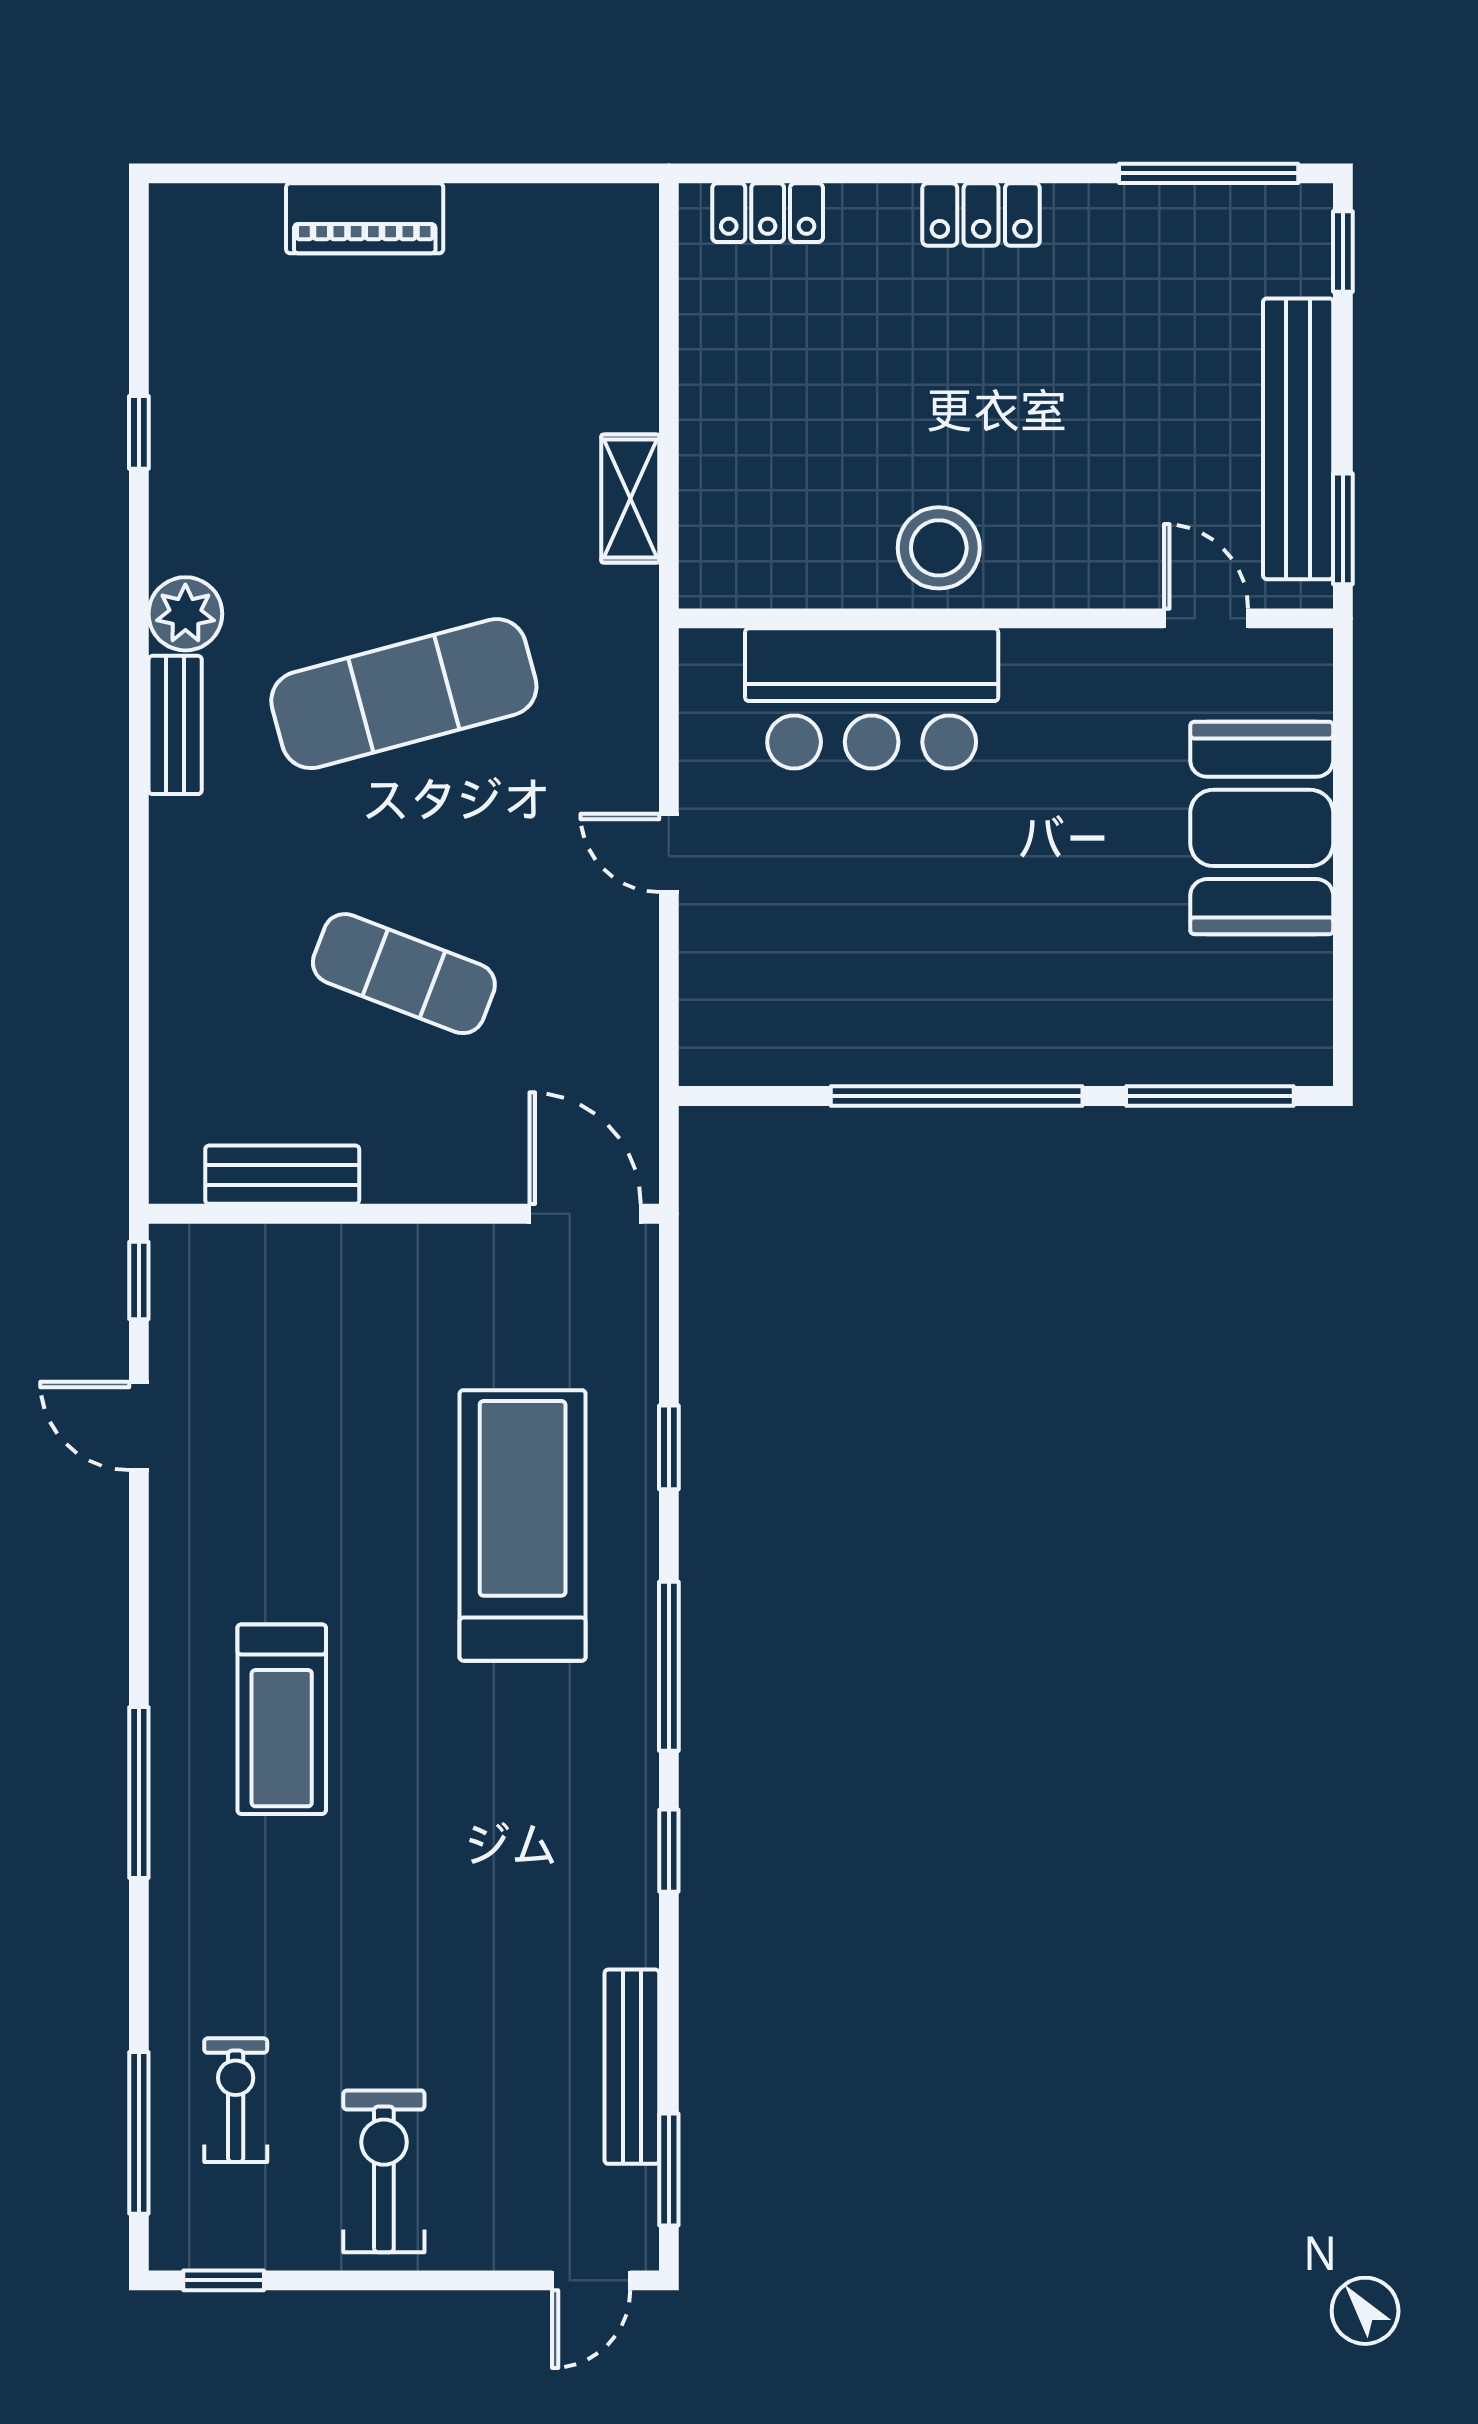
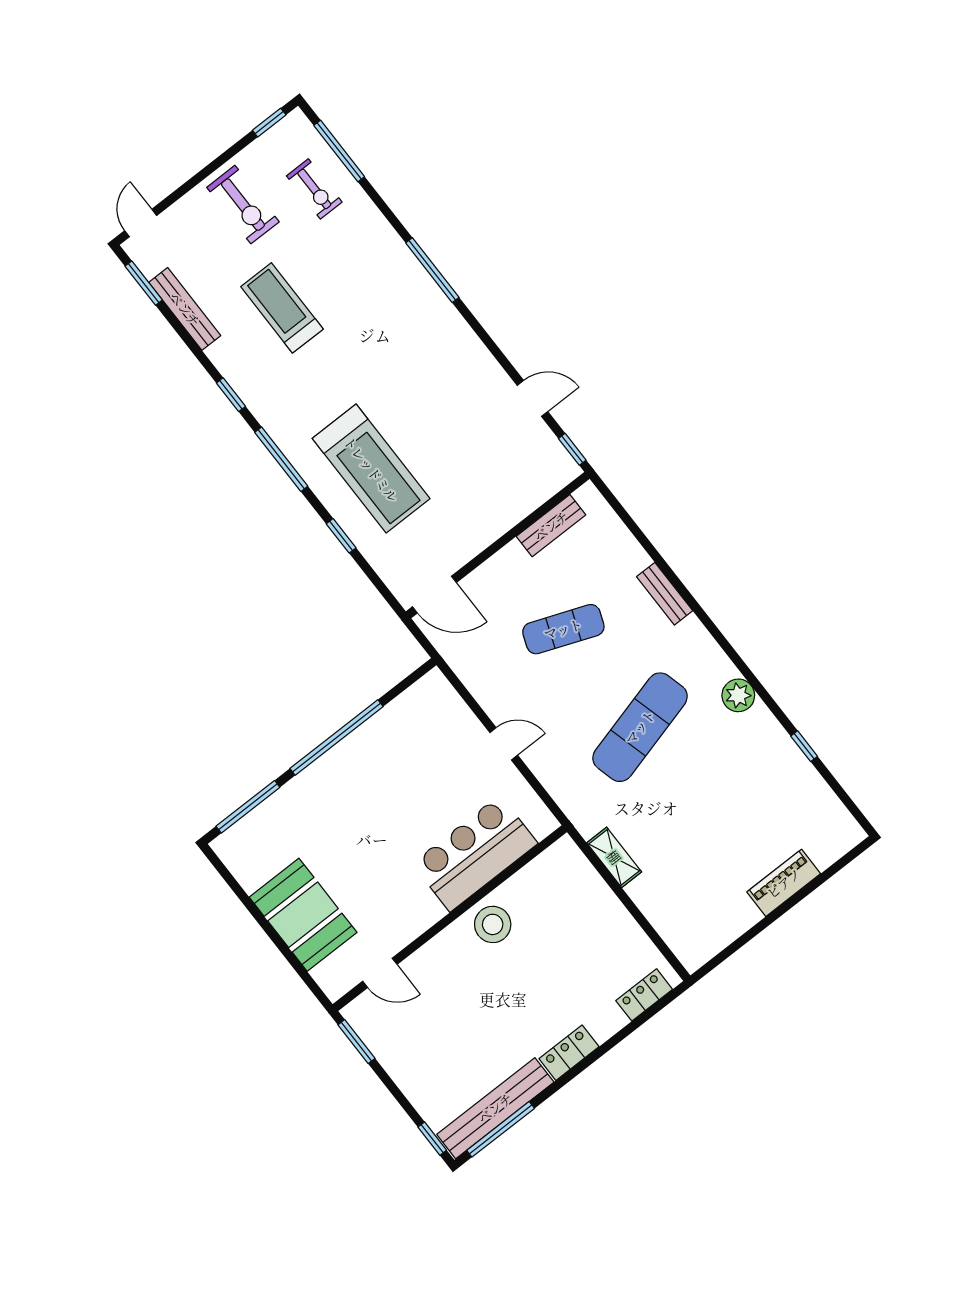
bench: (1298, 439) -> (495, 1108), moved, turned 90
bench: (175, 725) -> (665, 594), moved
treadmill: (282, 1719) -> (282, 308), moved

